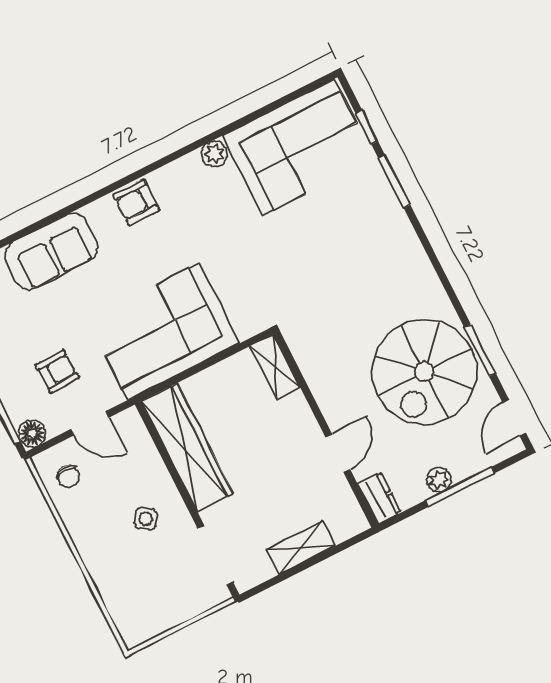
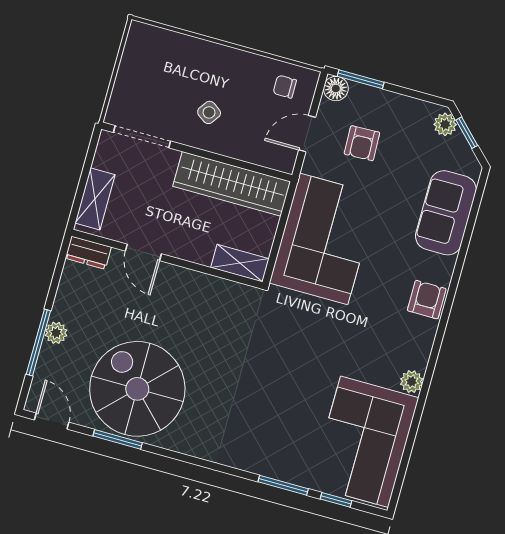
shelving: (275, 367) -> (240, 263), moved
wall: (326, 429) -> (167, 259), moved
door: (338, 453) -> (143, 252), moved
dresser: (379, 498) -> (88, 253), moved

